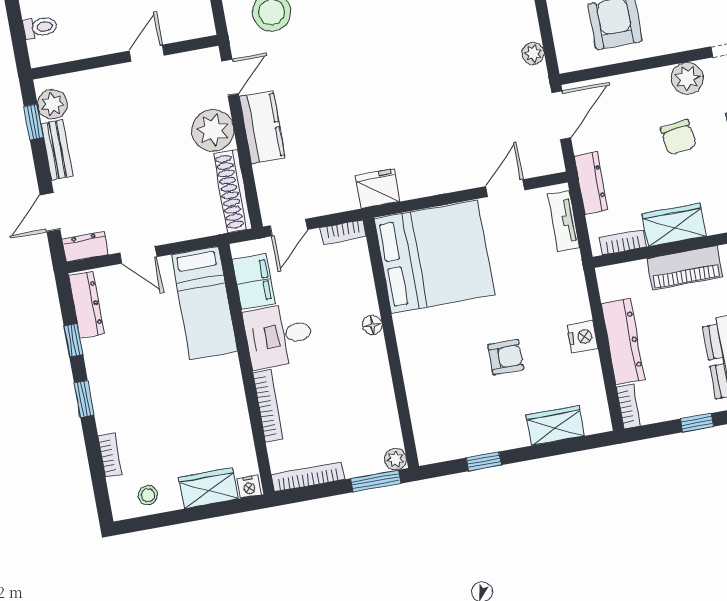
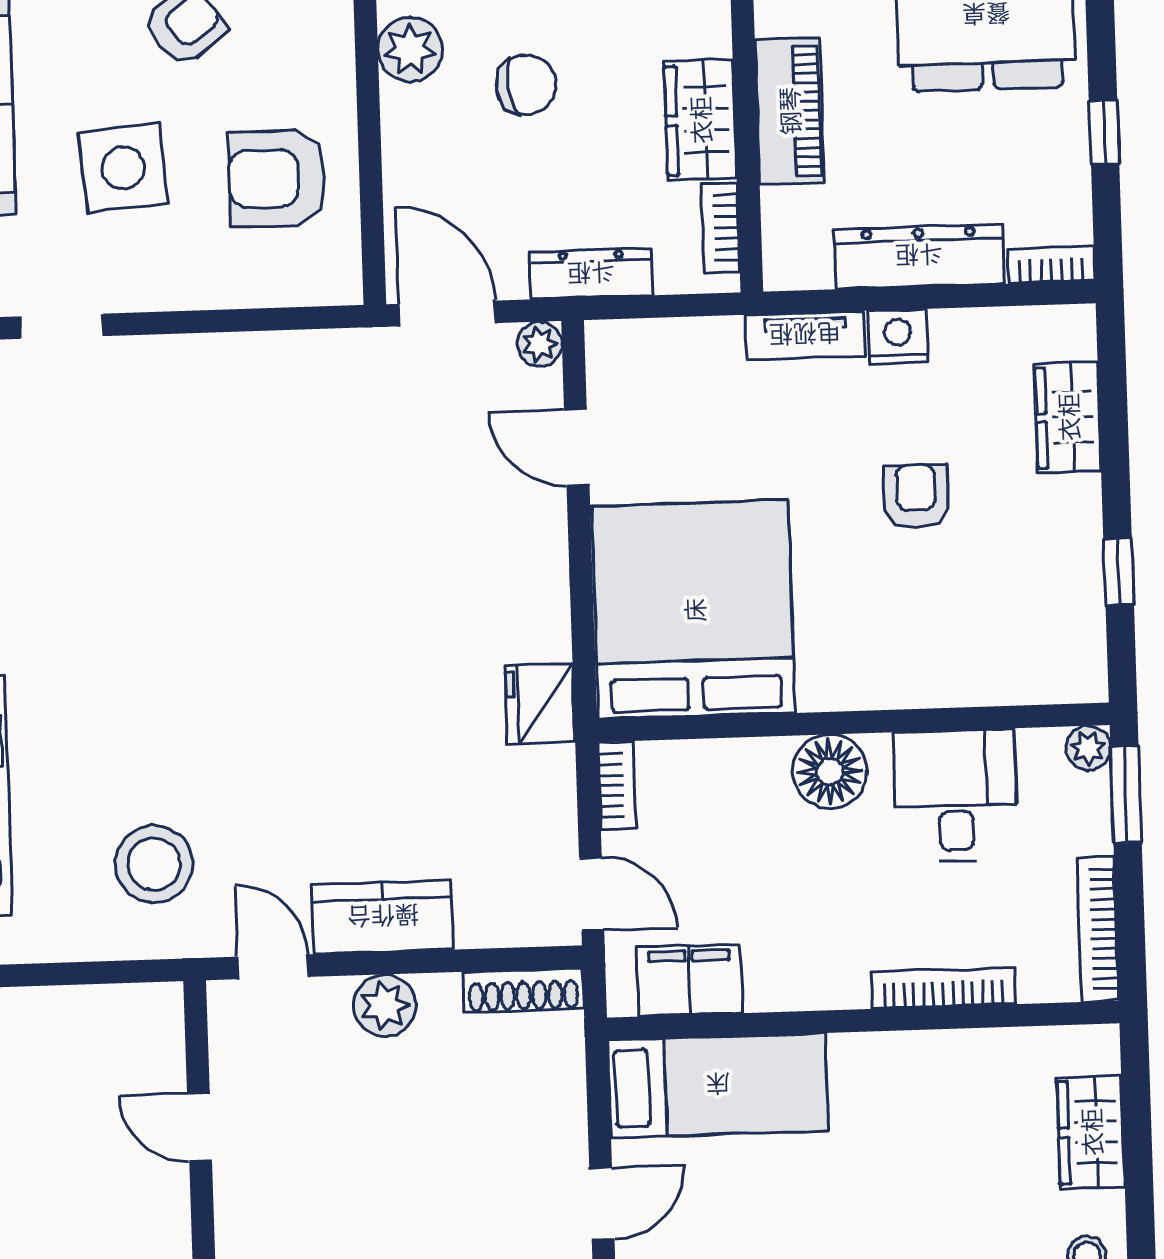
plant: (533, 53) -> (540, 344), moved
plant: (213, 130) -> (385, 1005), width x0.73, depth x0.73
shoe rack: (232, 191) -> (523, 990), width x0.74, depth x0.81
tv unit: (563, 221) -> (805, 335), moved
floor lamp: (372, 325) -> (830, 771), width x1.89, depth x1.89
desk: (279, 336) -> (956, 795), moved, turned 180
nightstand: (249, 487) -> (1100, 1050), removed

